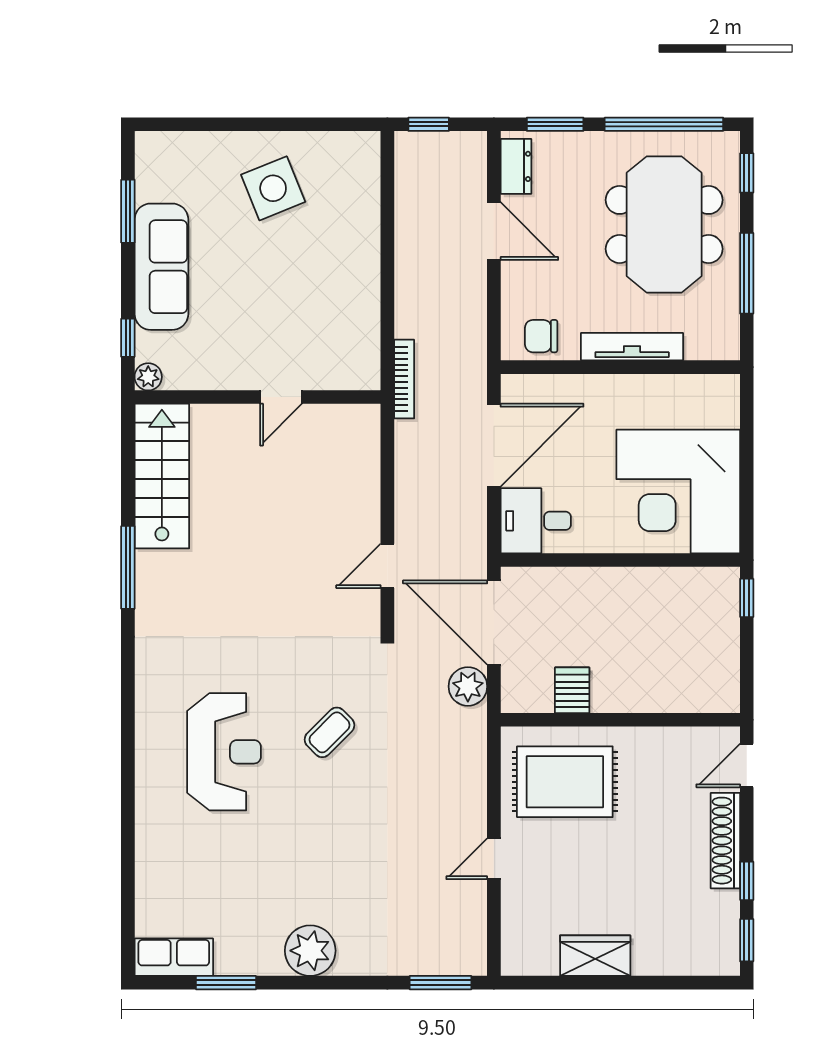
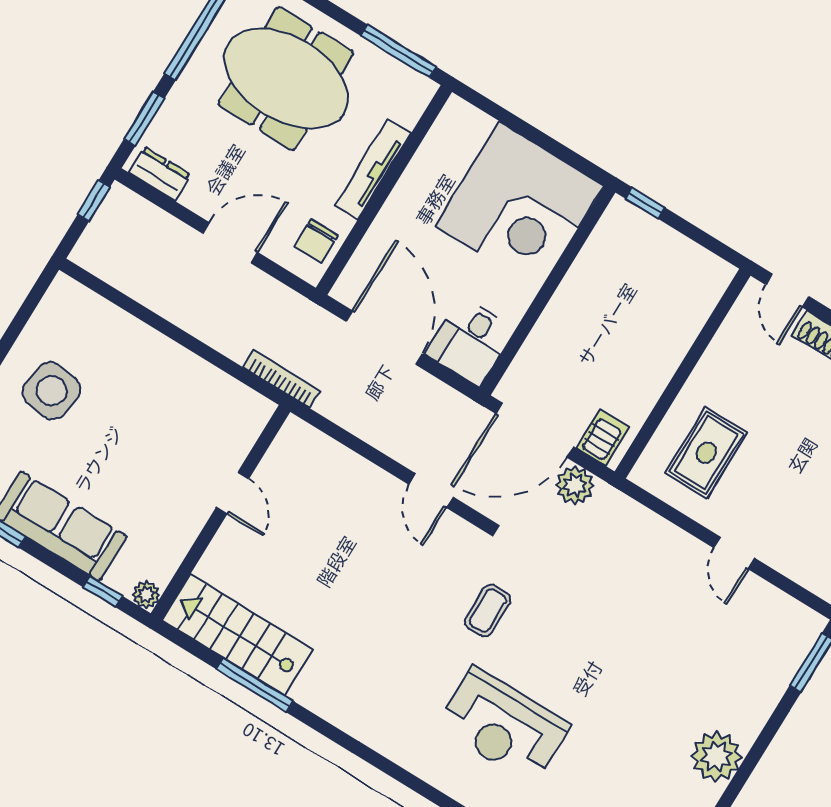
window: (429, 124) -> (94, 200), moved
side table: (273, 188) -> (52, 391), turned 30
door: (494, 231) -> (230, 243), moved
window: (747, 273) -> (398, 51), moved
window: (128, 567) -> (255, 685), moved
server rack: (572, 690) -> (603, 438), moved, turned 90
coffee table: (329, 732) -> (488, 611), moved, turned 45
reception desk: (224, 752) -> (503, 726), turned 180
rug: (565, 782) -> (706, 453), width x0.73, depth x0.70

